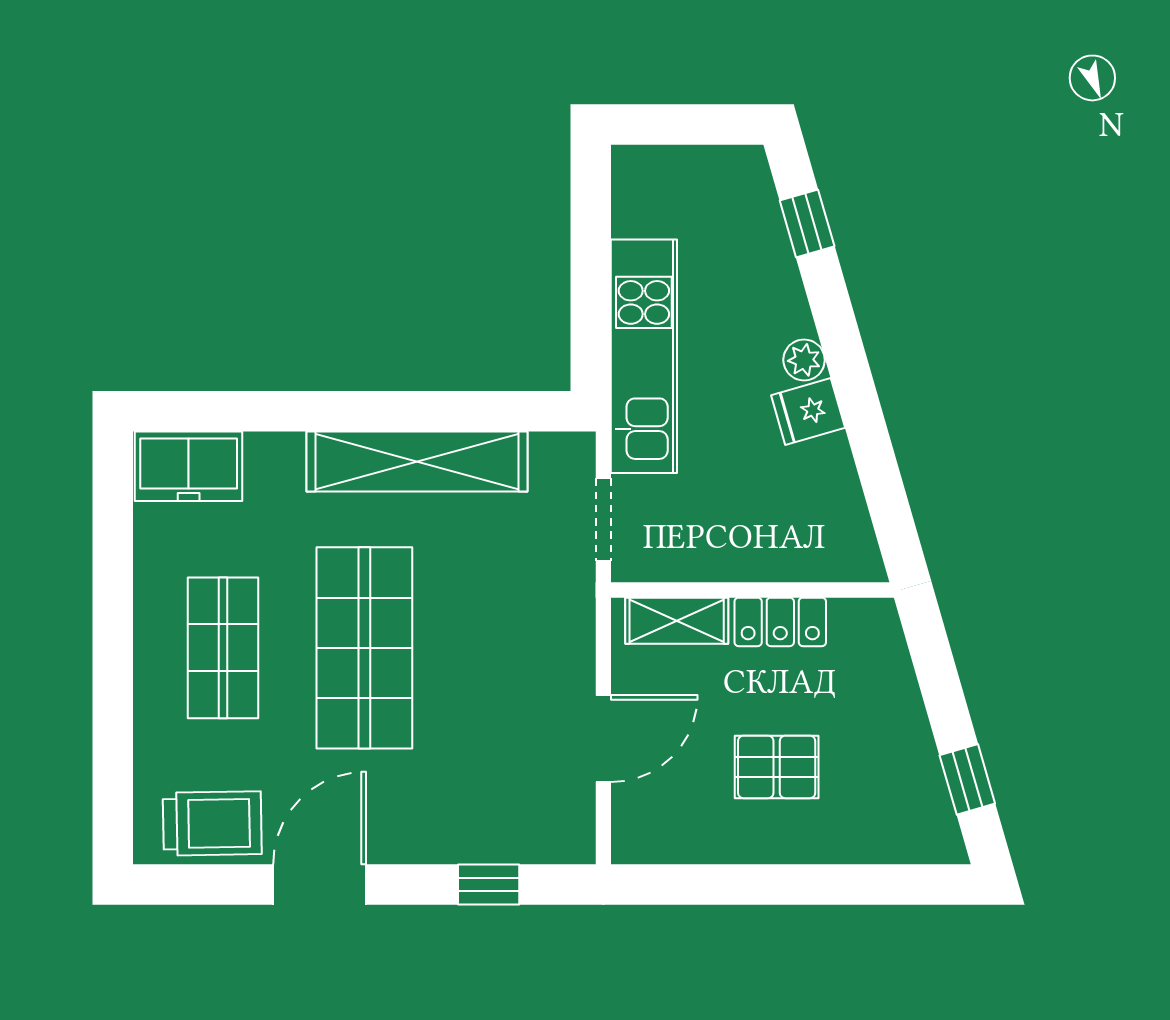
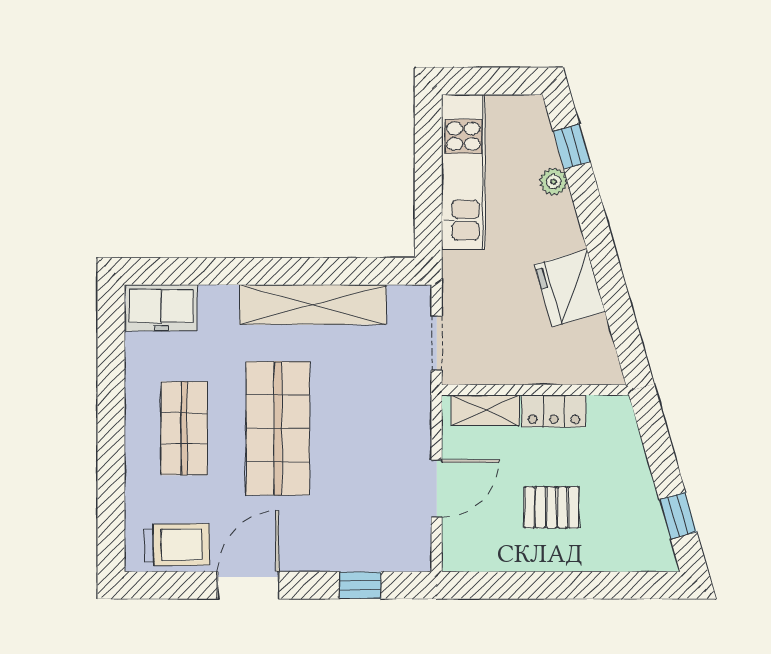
kitchen unit: (644, 356) -> (463, 172), moved
plant: (804, 360) -> (554, 182), moved
fridge: (808, 411) -> (570, 288), width x1.88, depth x1.34

